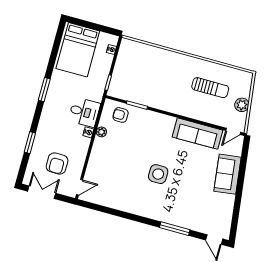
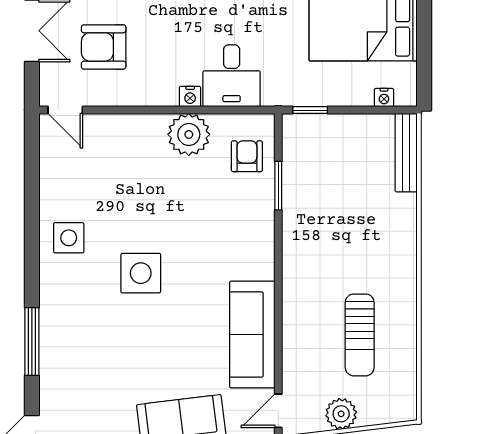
bench: (138, 46) -> (406, 153), added
door: (233, 131) -> (278, 411), hinge flipped
plant: (101, 132) -> (189, 134), width x1.88, depth x1.88
side table: (135, 201) -> (69, 238), added

